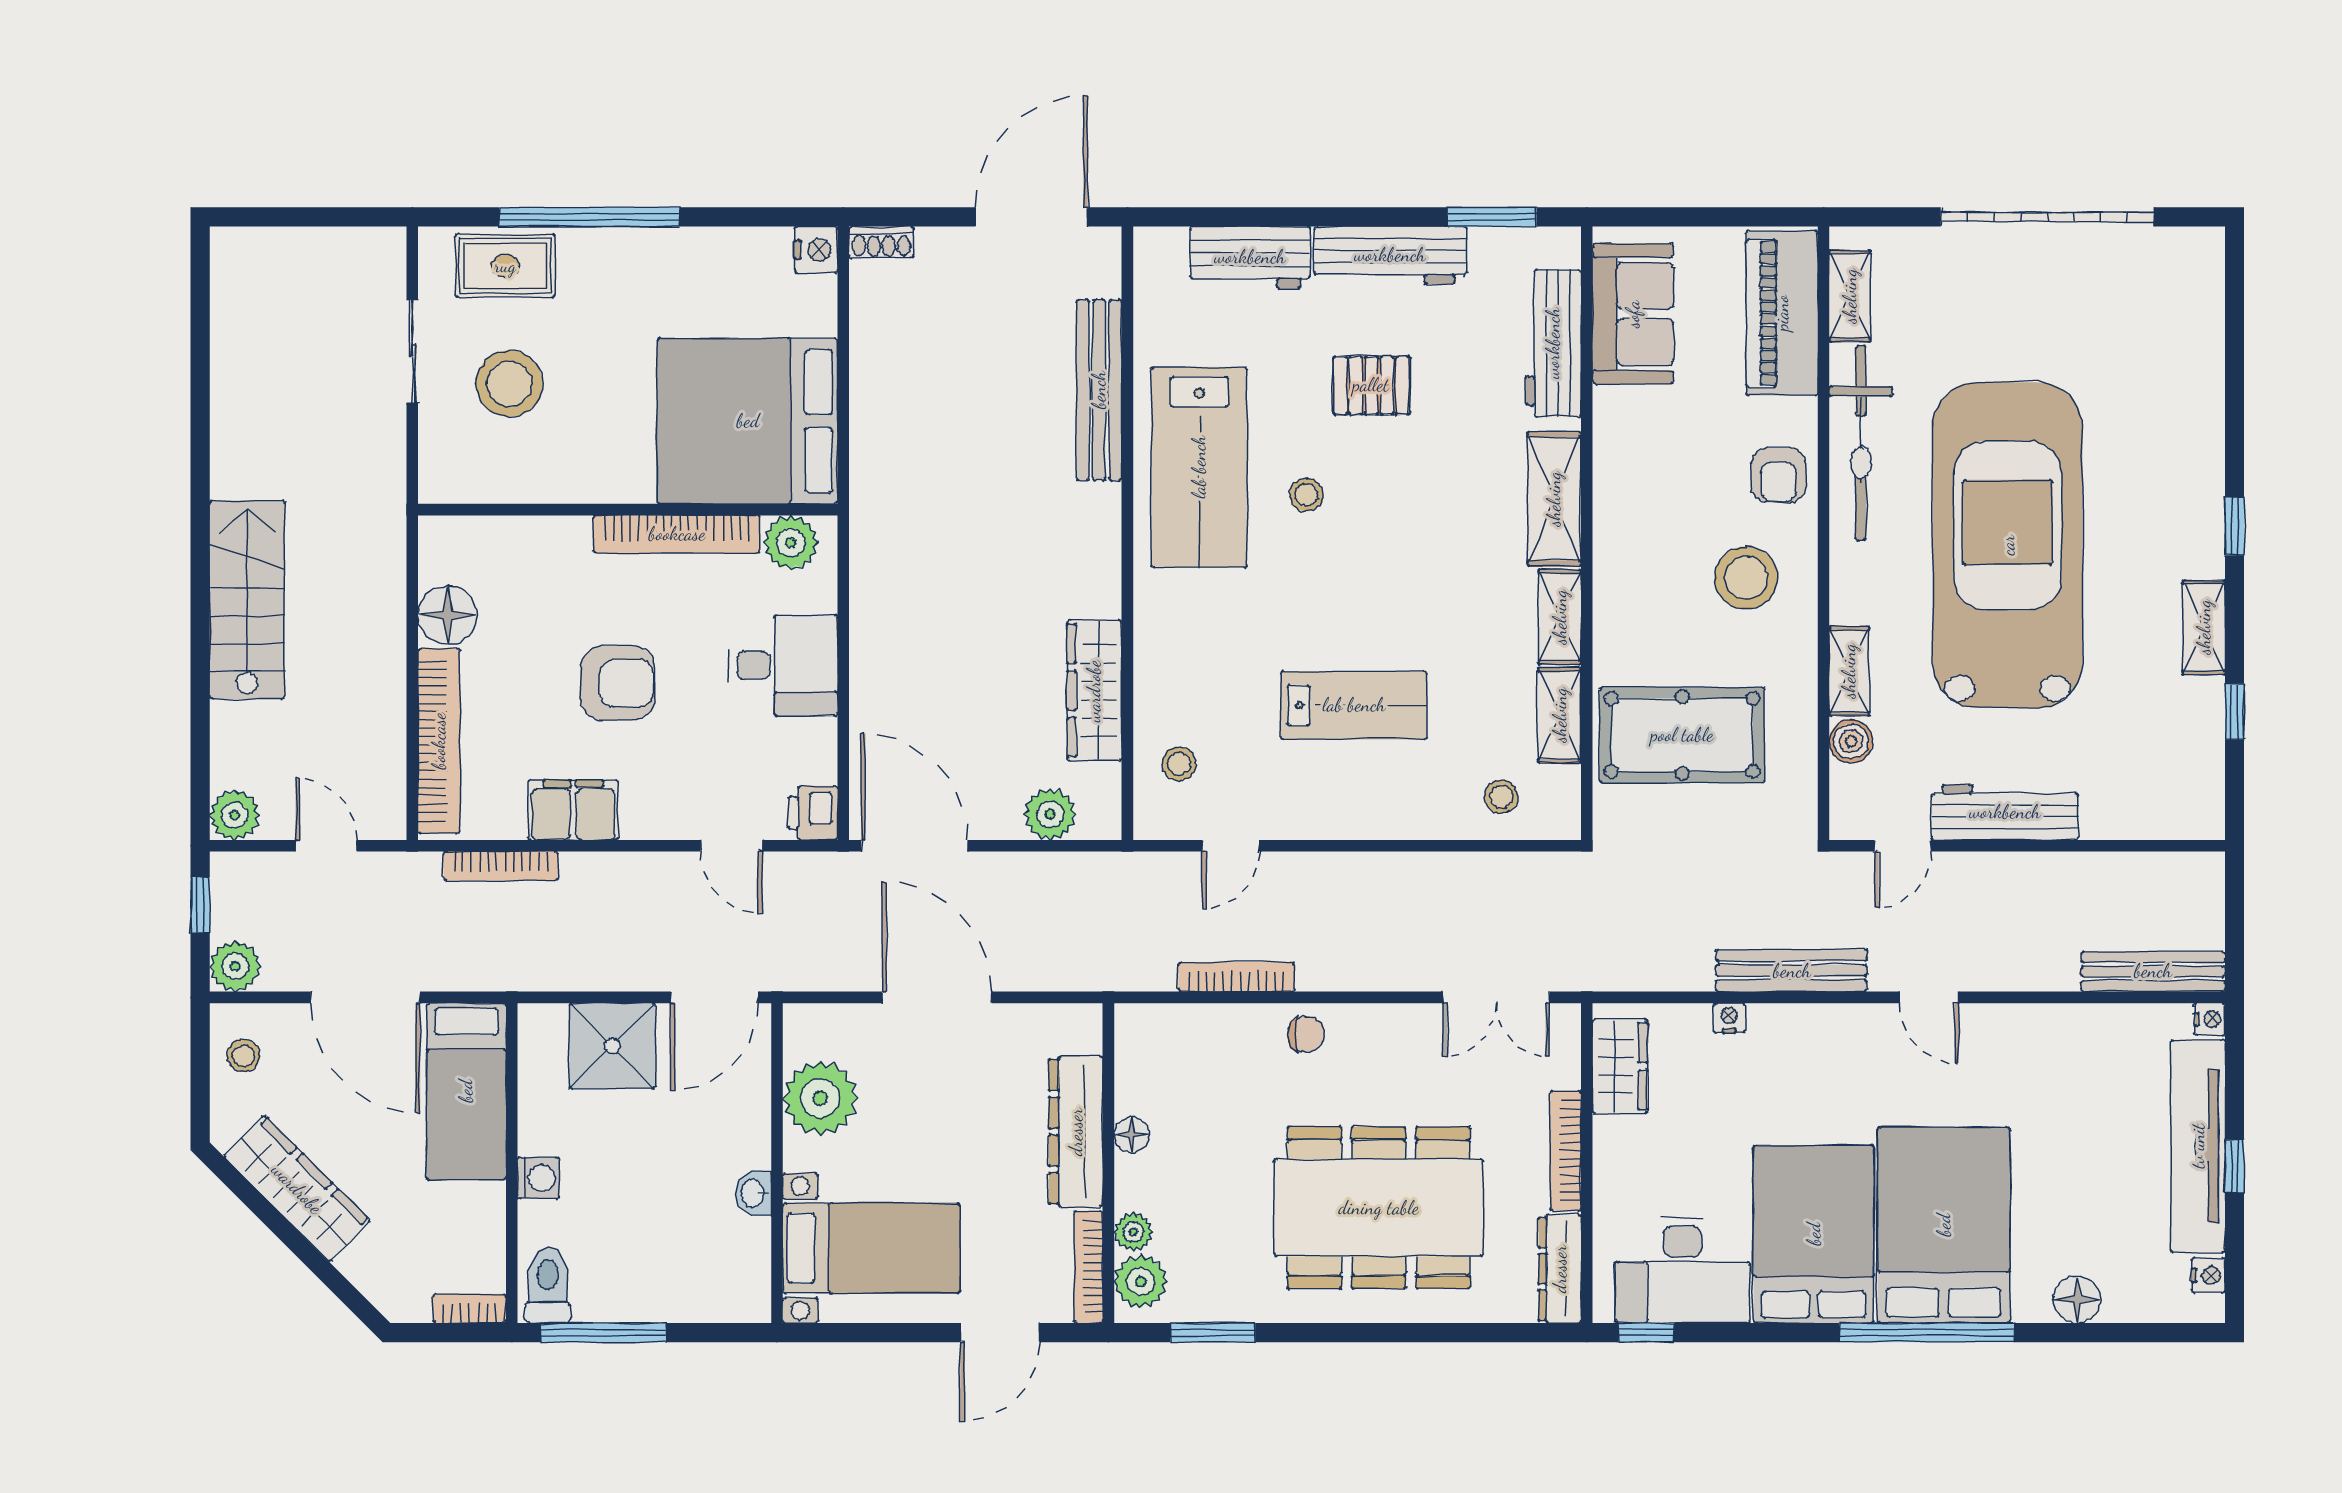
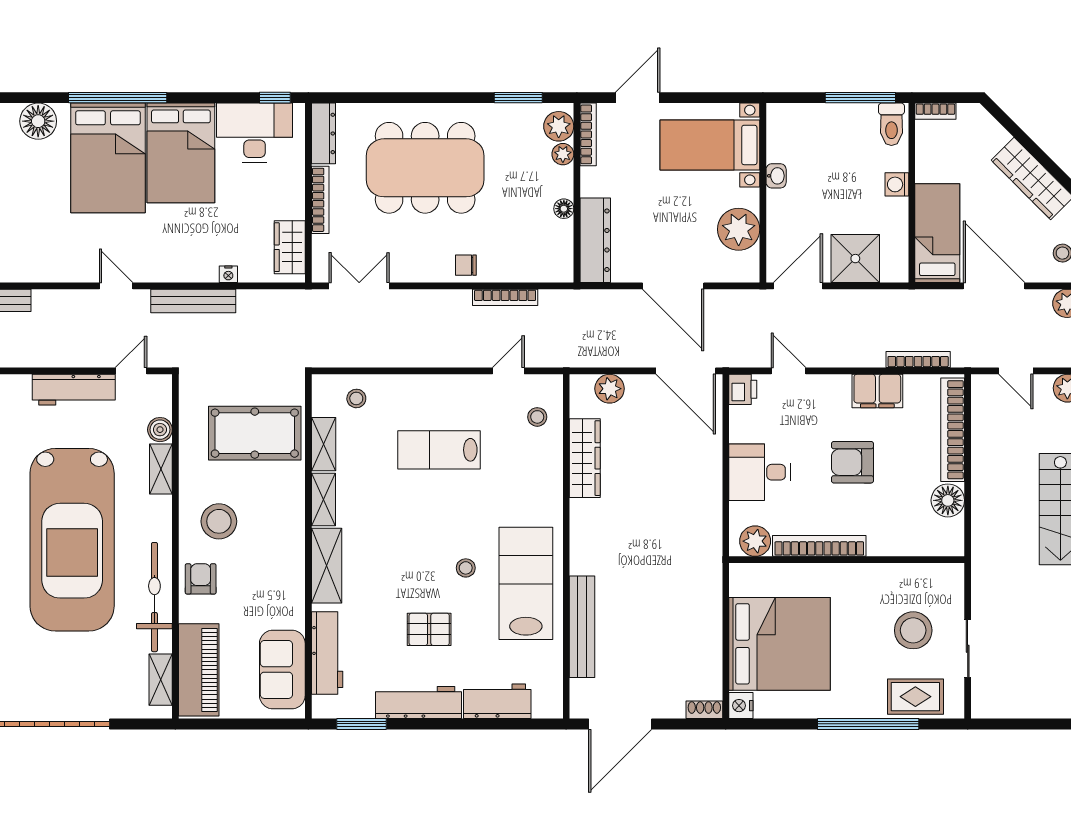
bed: (748, 421) -> (779, 644), moved
dresser: (1076, 1132) -> (595, 240), moved
floor lamp: (2077, 1300) -> (38, 121), width x1.38, depth x1.38

